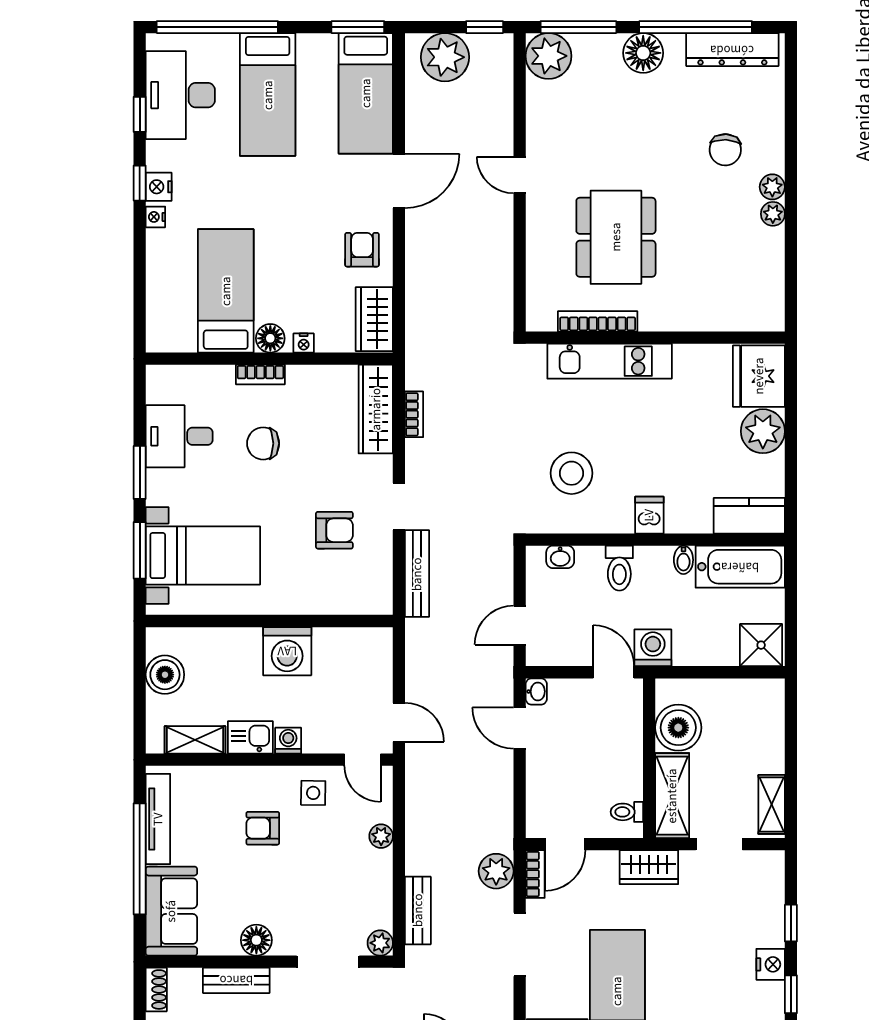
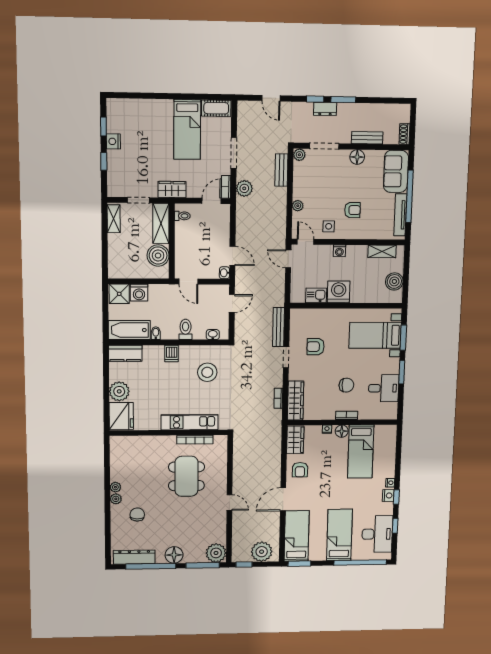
washing machine: (653, 648) -> (139, 293), moved
kitchen sink: (250, 737) -> (316, 295), moved, turned 180

